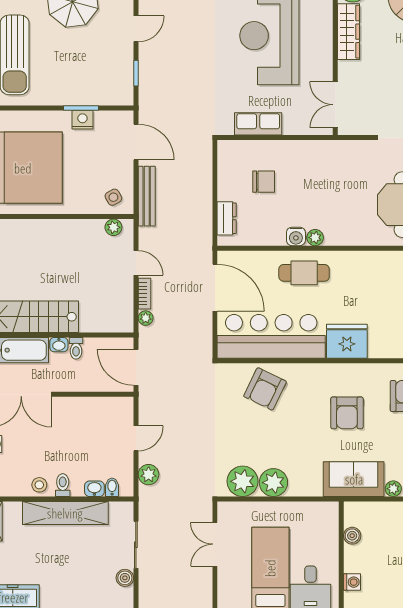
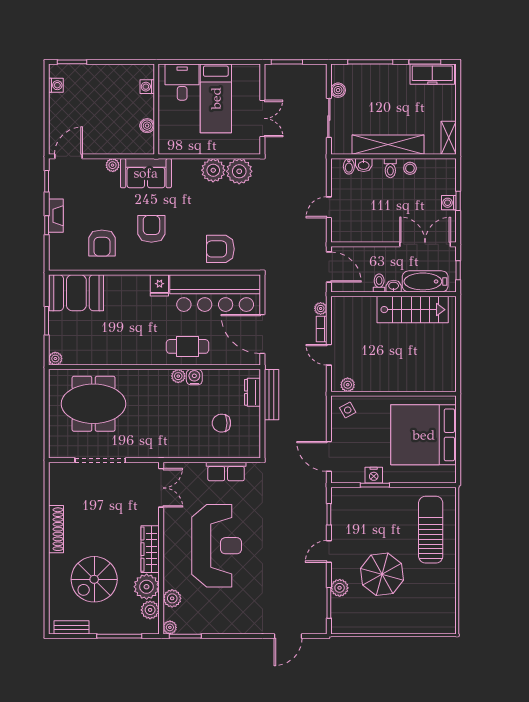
bench: (147, 196) -> (272, 395), moved
fridge: (347, 341) -> (159, 285), width x0.53, depth x0.75
armchair: (265, 389) -> (220, 249), turned -116
plant: (149, 475) -> (318, 177), removed

